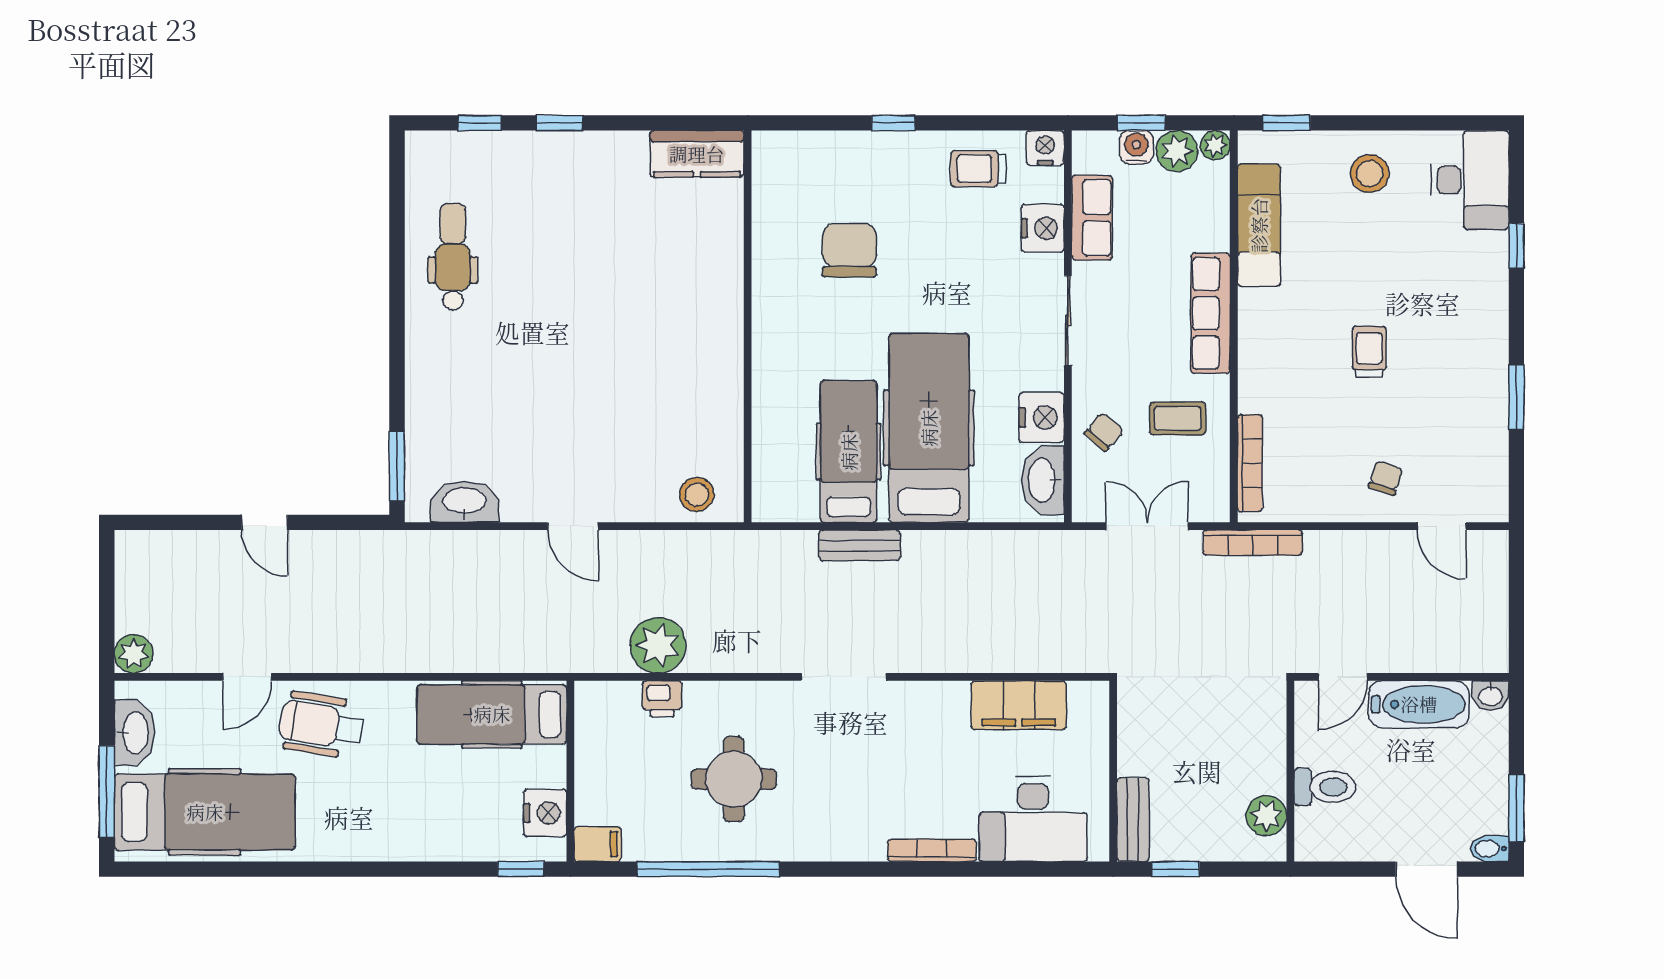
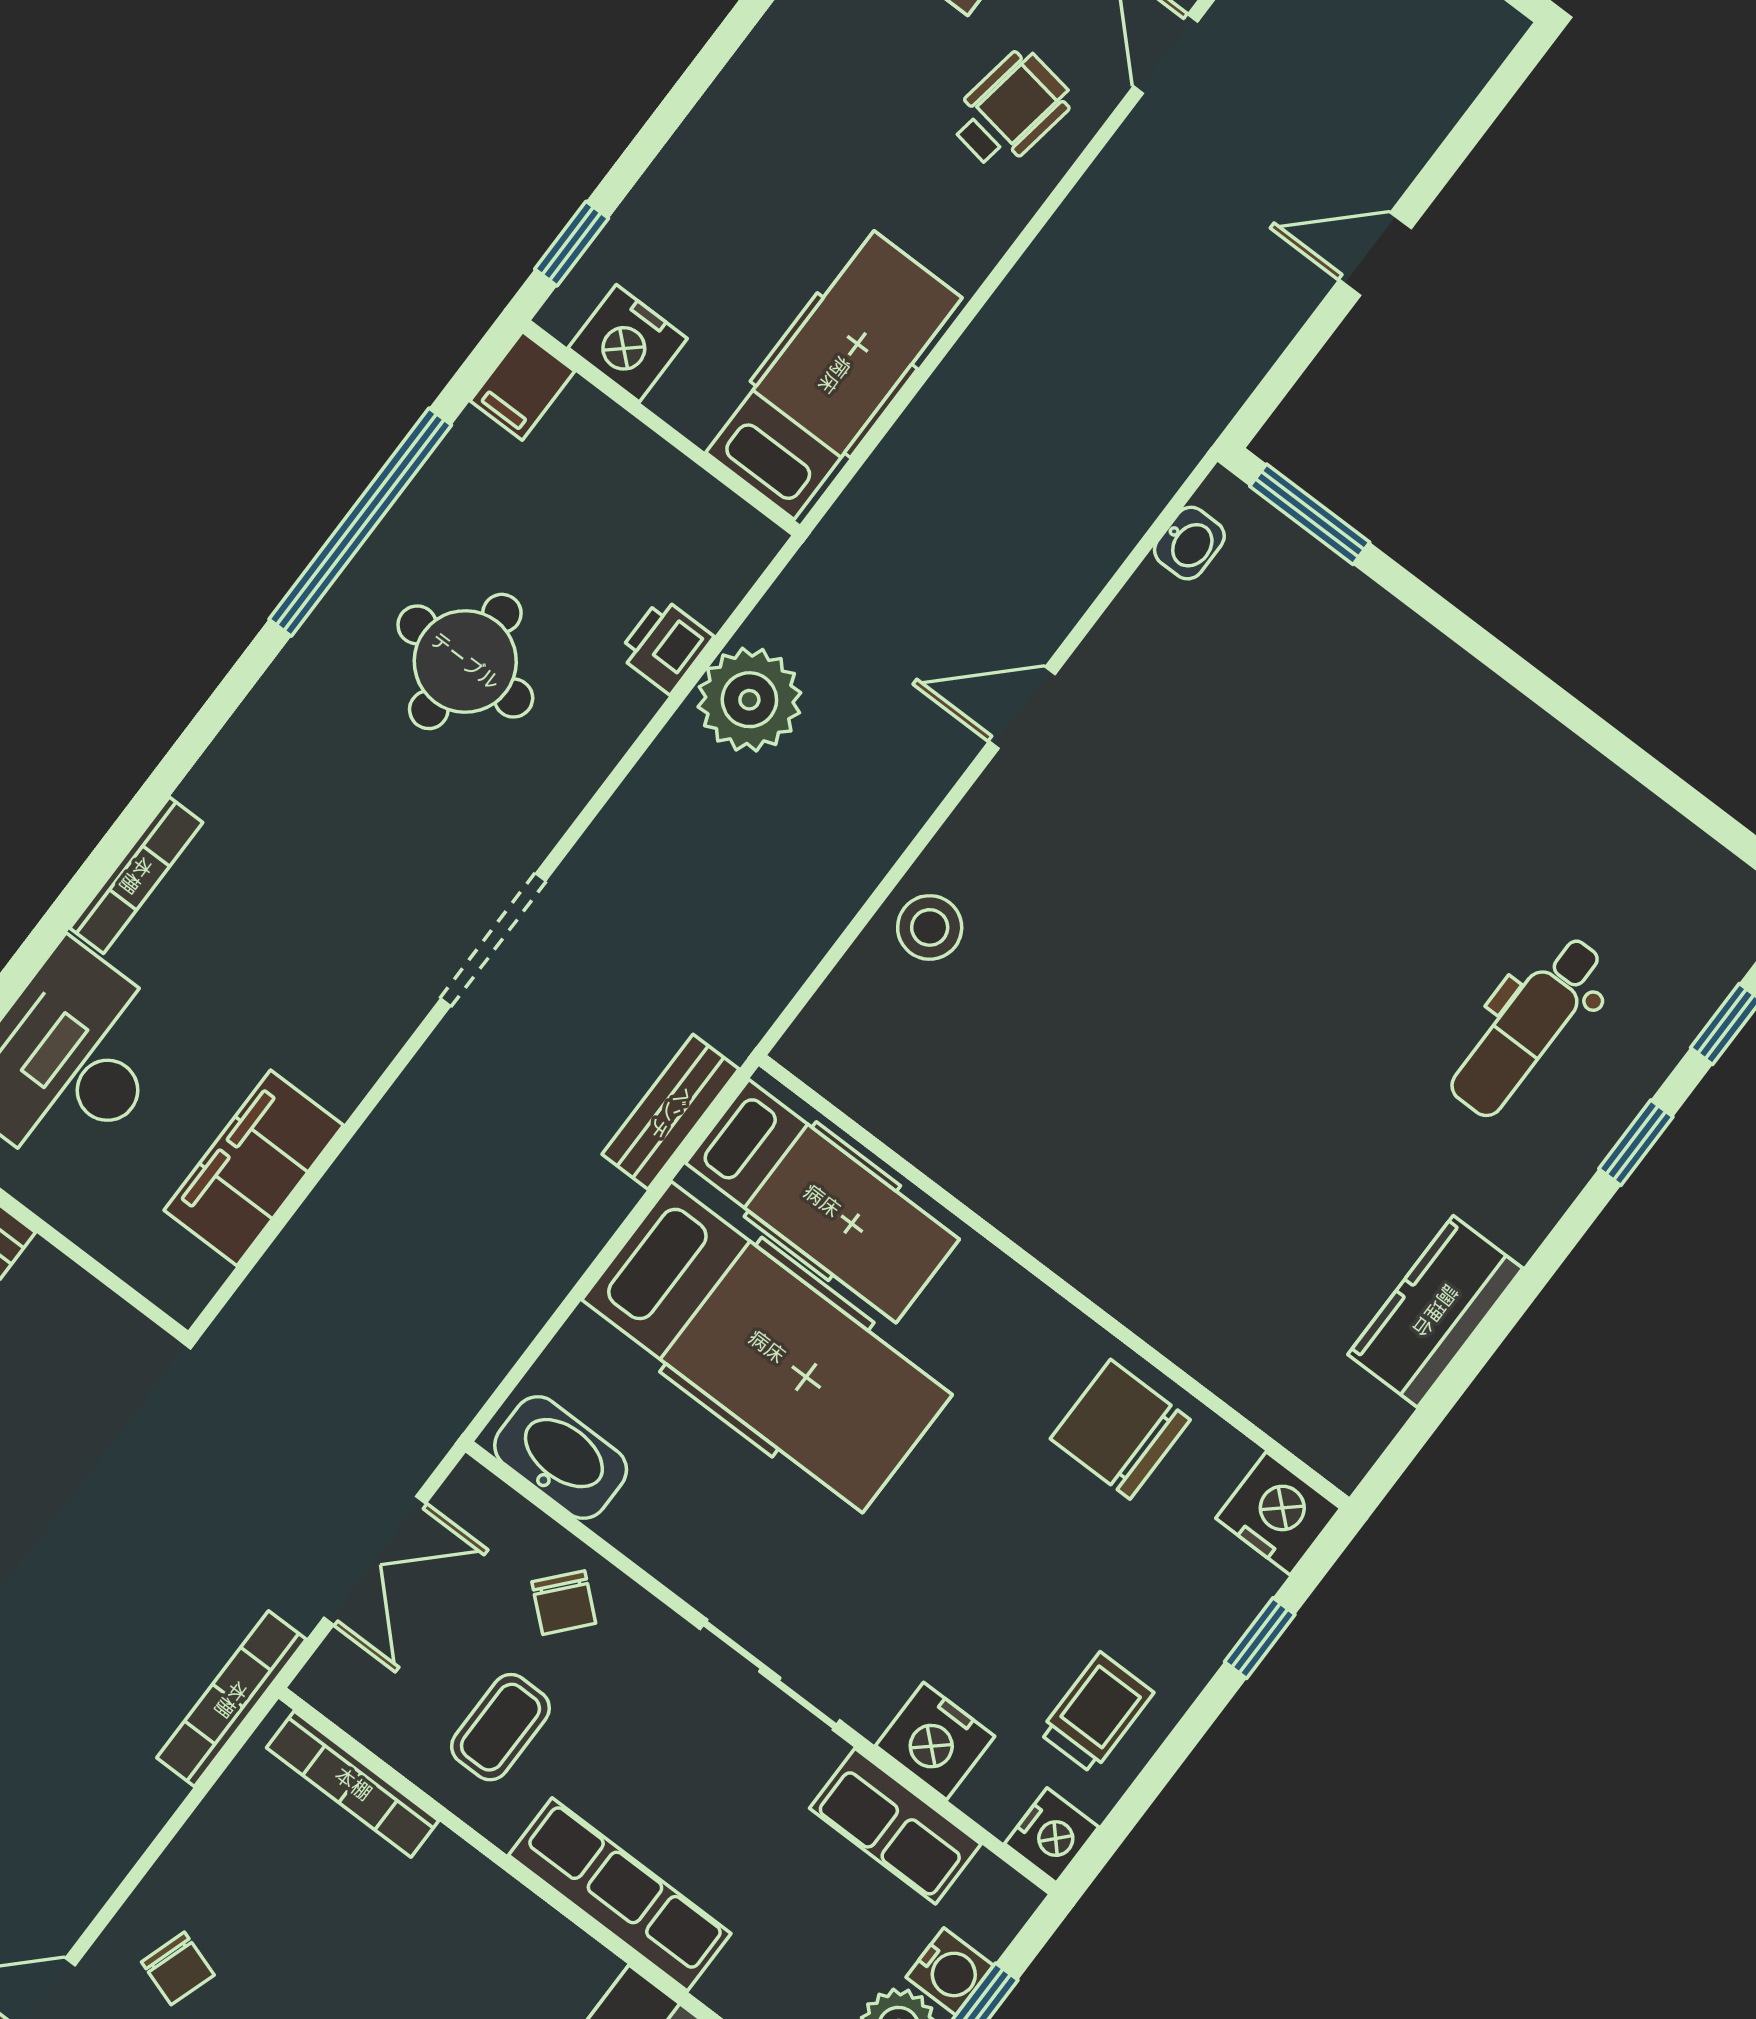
chair: (849, 250) -> (1120, 1429), turned 180
dental chair: (453, 257) -> (1528, 1026), moved, turned 90
wall: (748, 326) -> (1054, 1282), moved
nightstand: (1042, 417) -> (1278, 1513), moved, turned 180
washbasin: (464, 502) -> (1189, 543), width x0.52, depth x0.69
wheelchair: (321, 725) -> (1010, 110), width x0.73, depth x0.73

